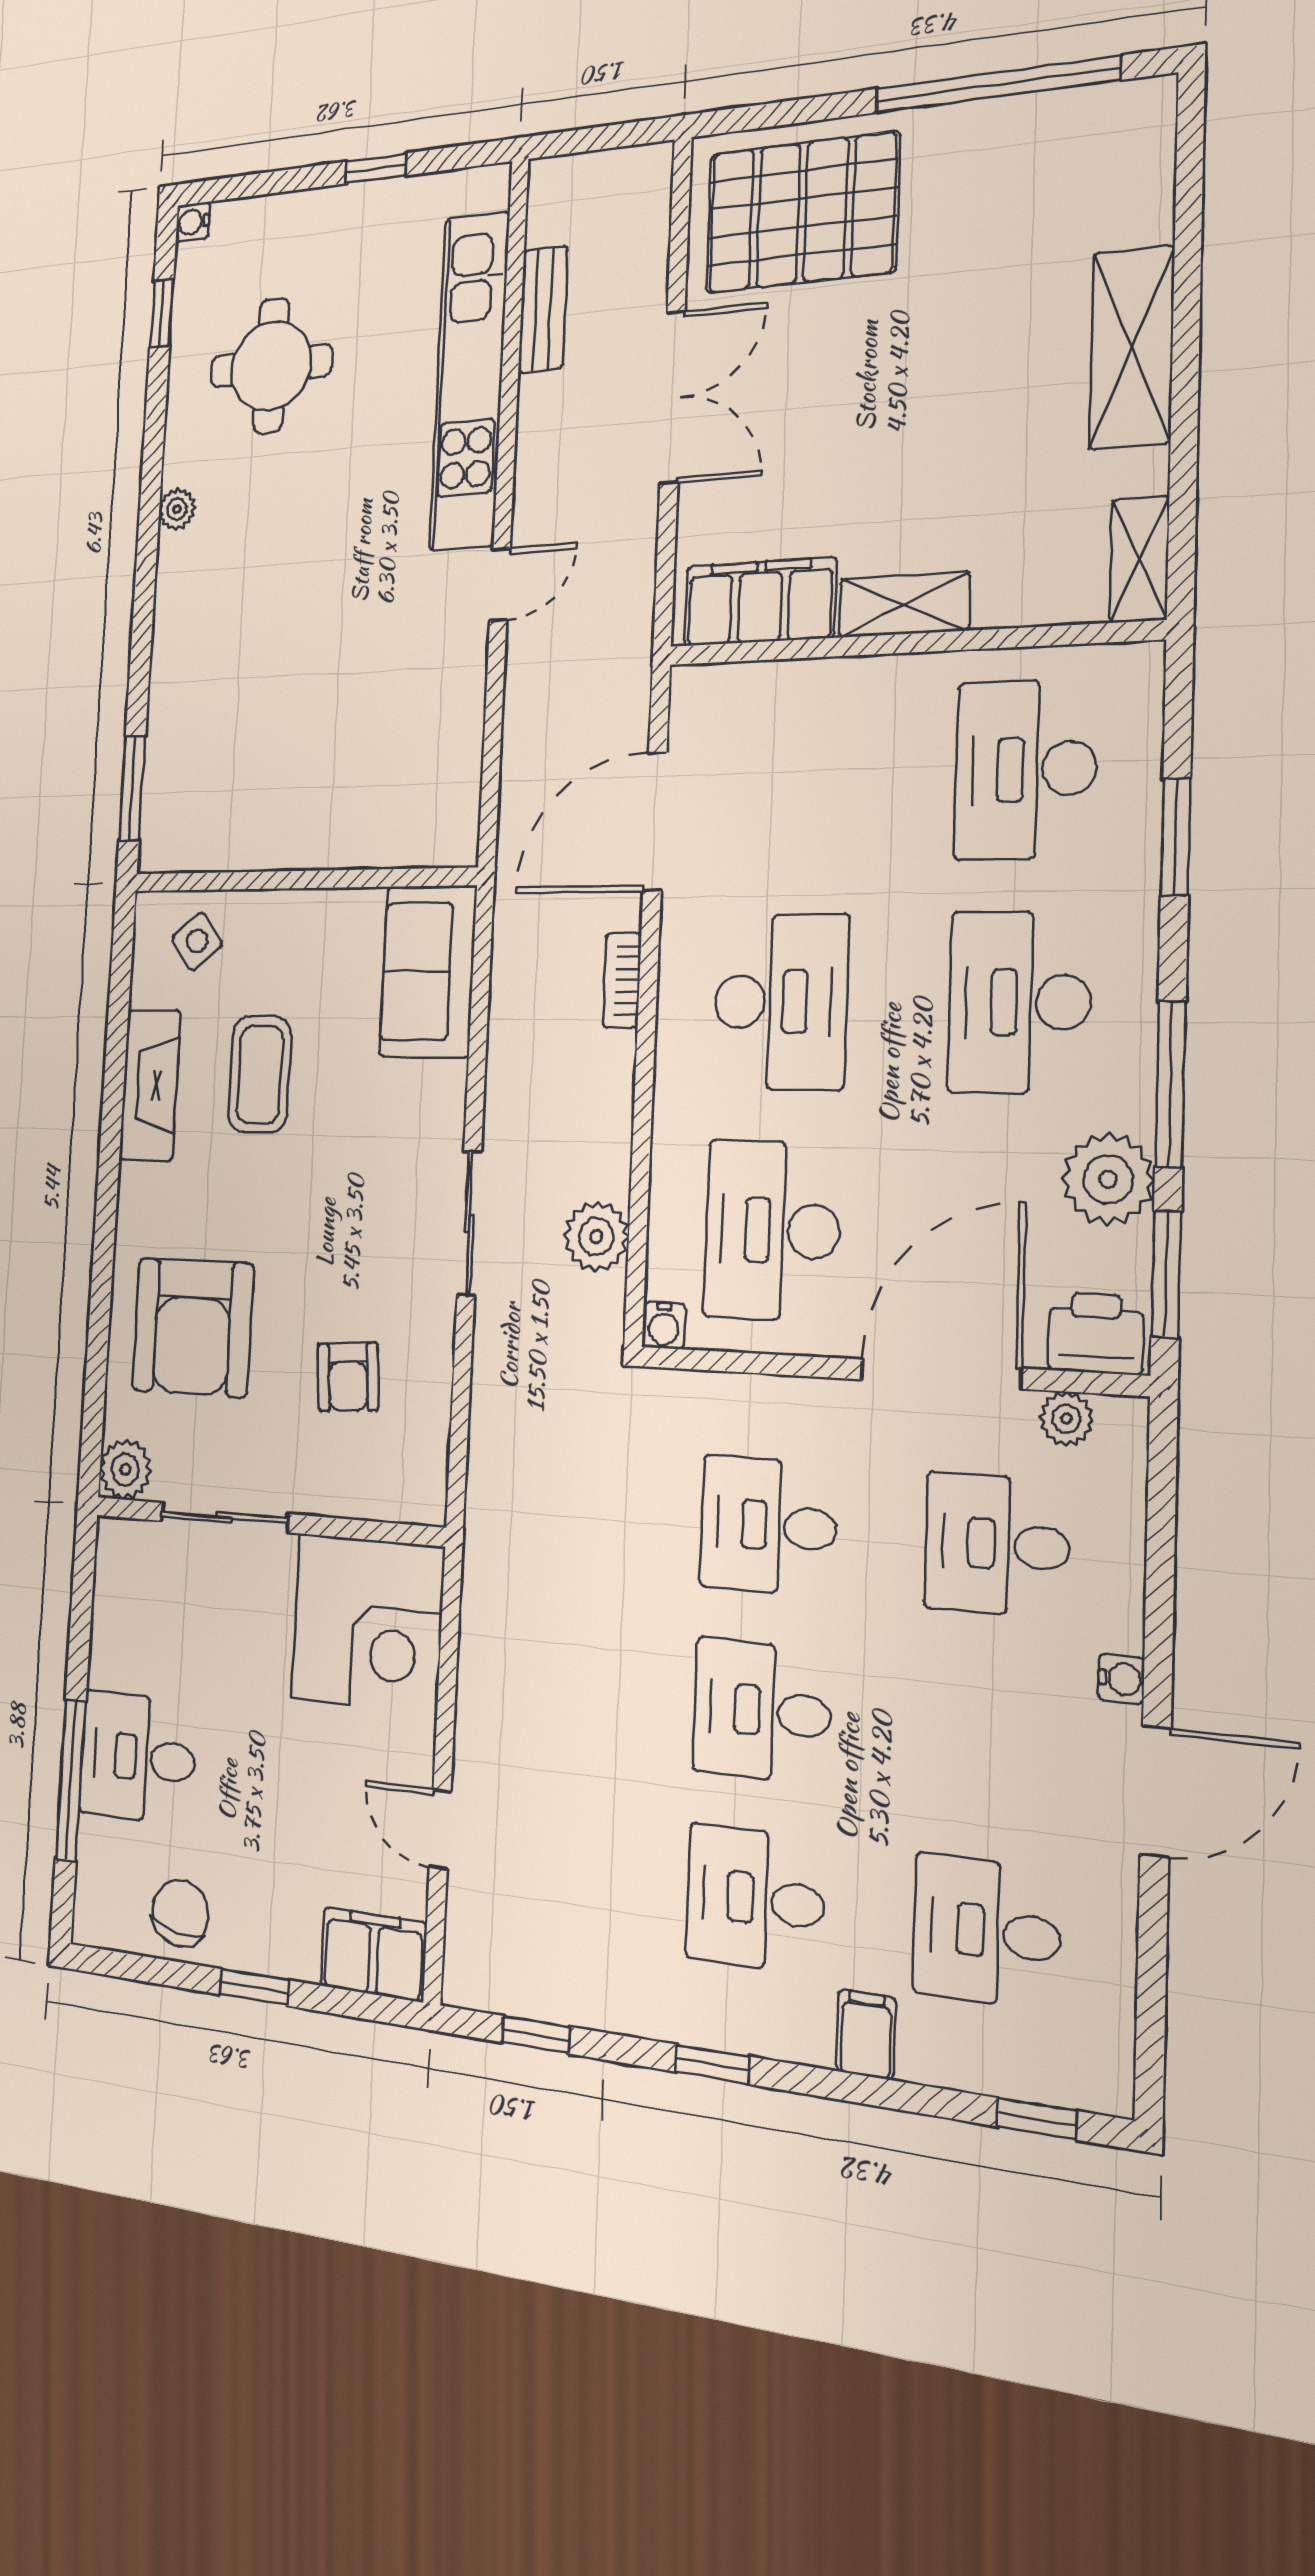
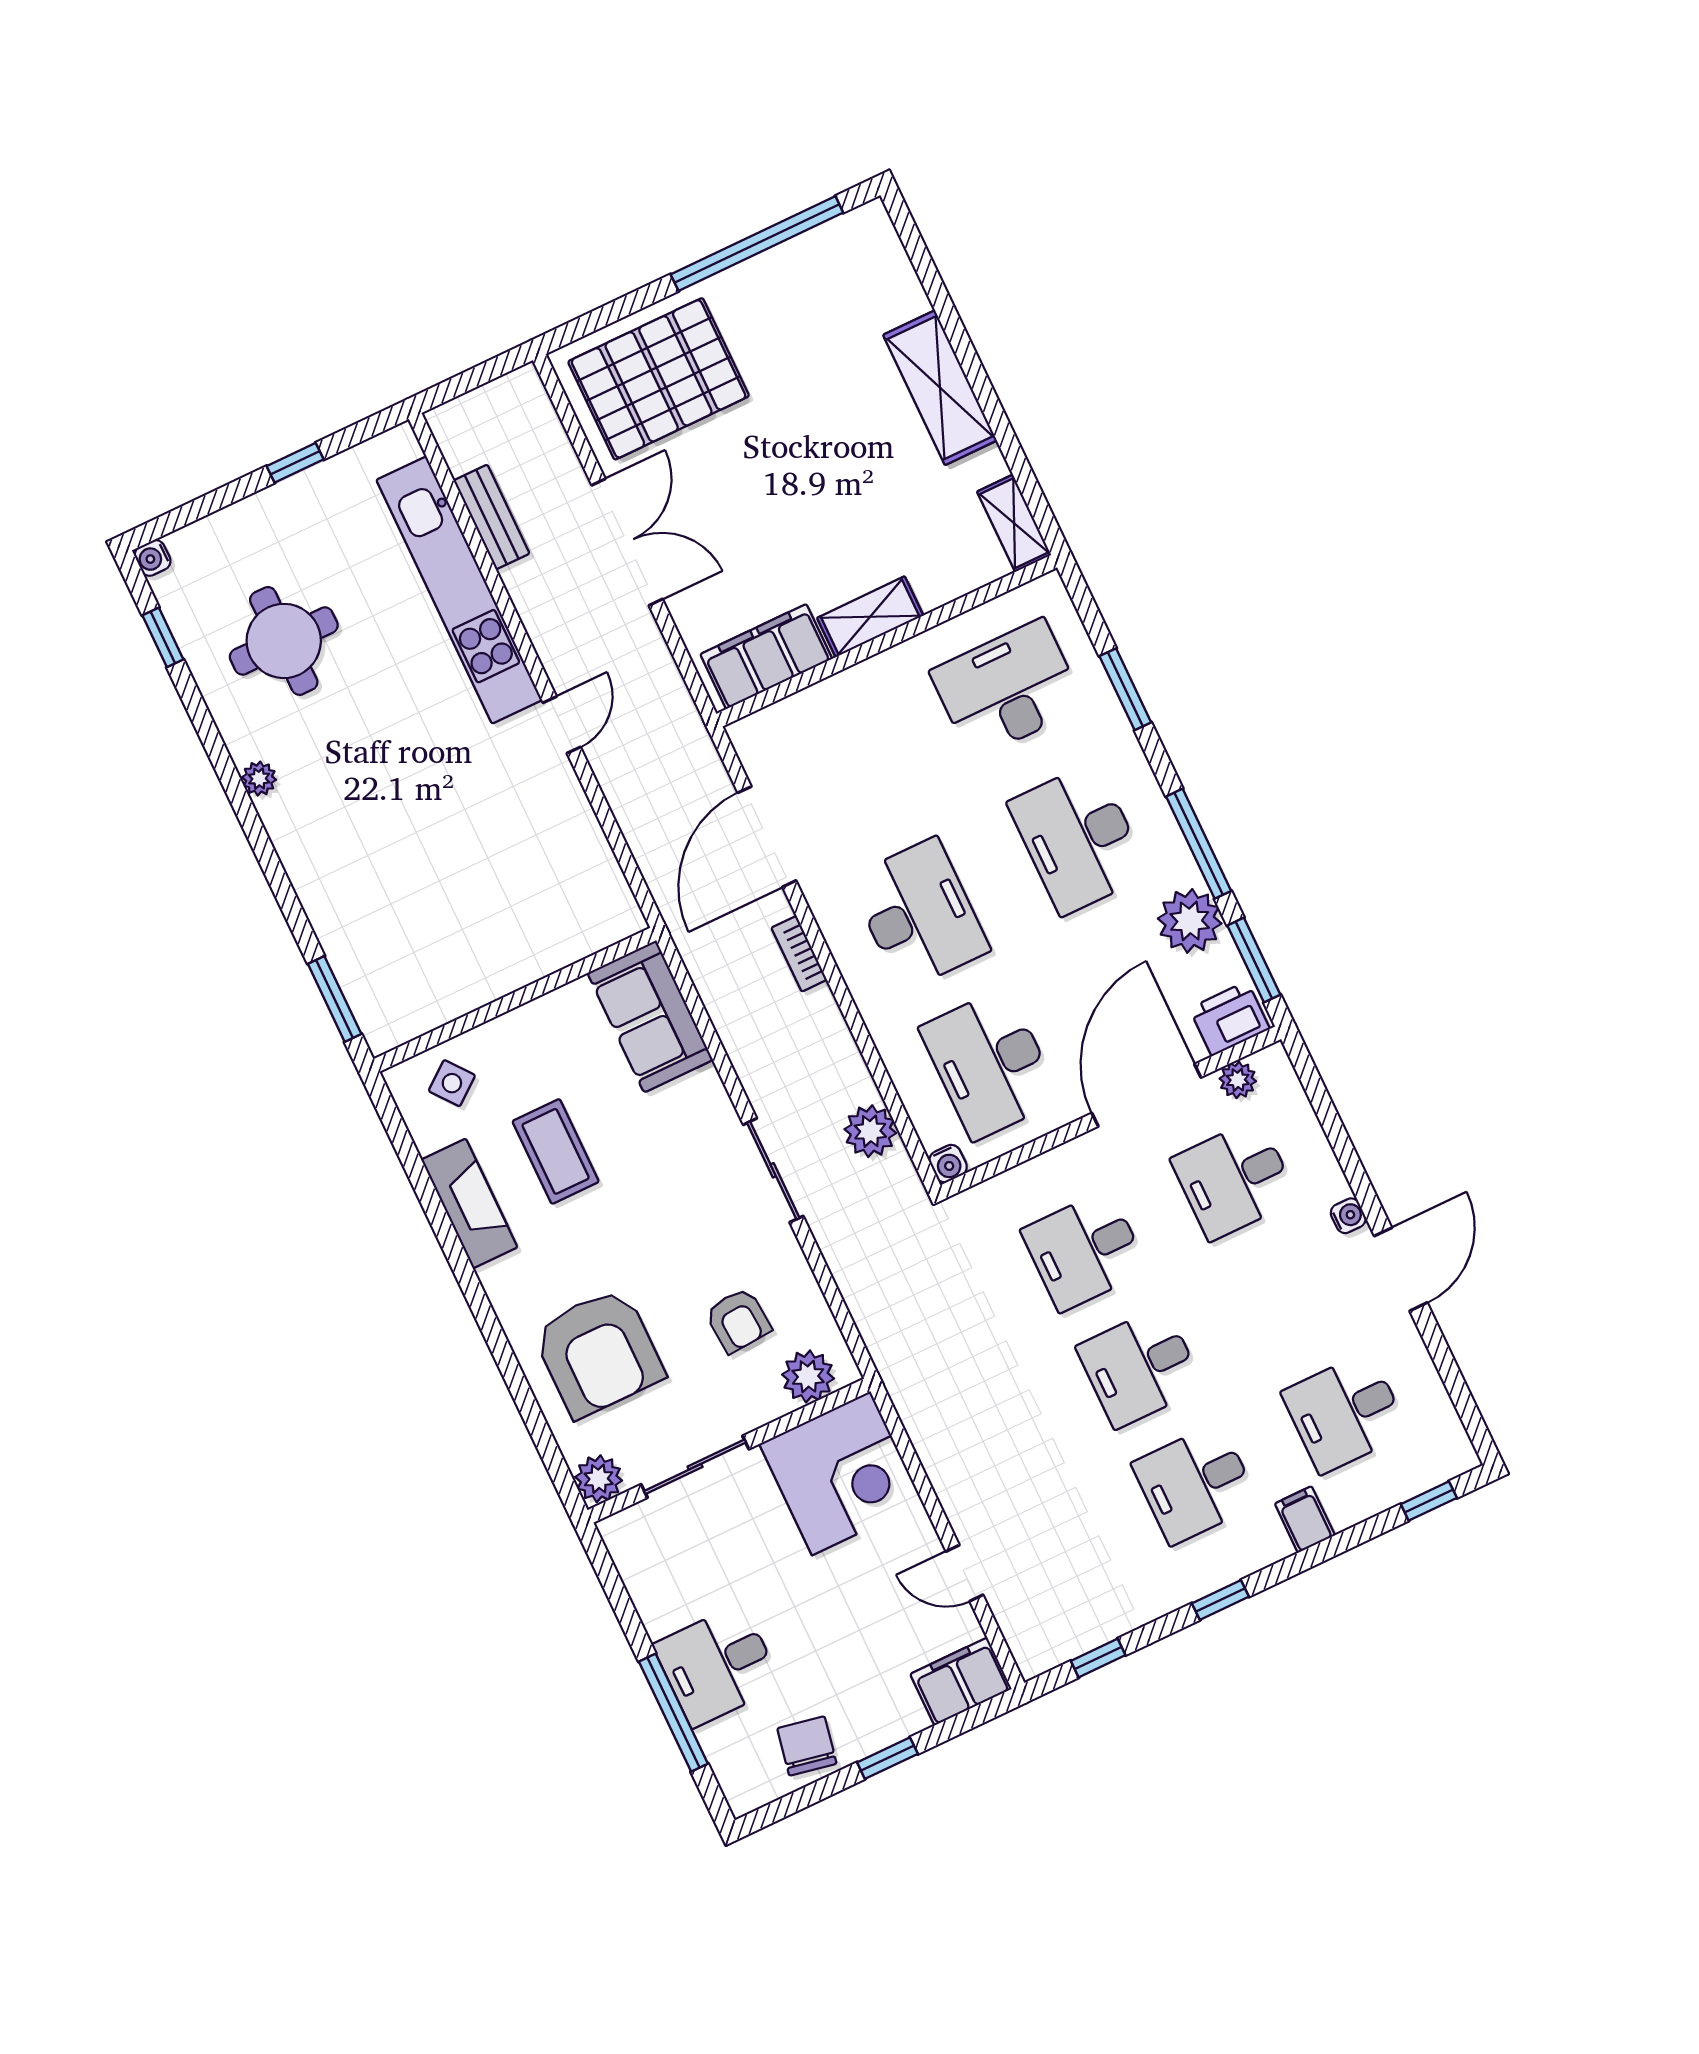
desk: (1026, 769) -> (1007, 689), turned 90
plant: (388, 1488) -> (808, 1376), added

